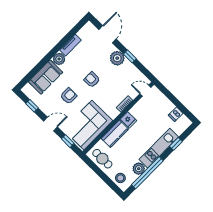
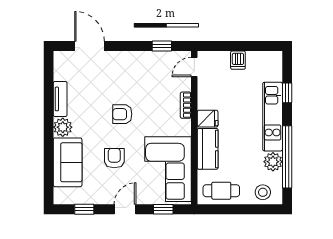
window: (130, 56) -> (162, 46), moved
plant: (117, 58) -> (127, 62), removed
dishwasher: (176, 114) -> (238, 60), moved

